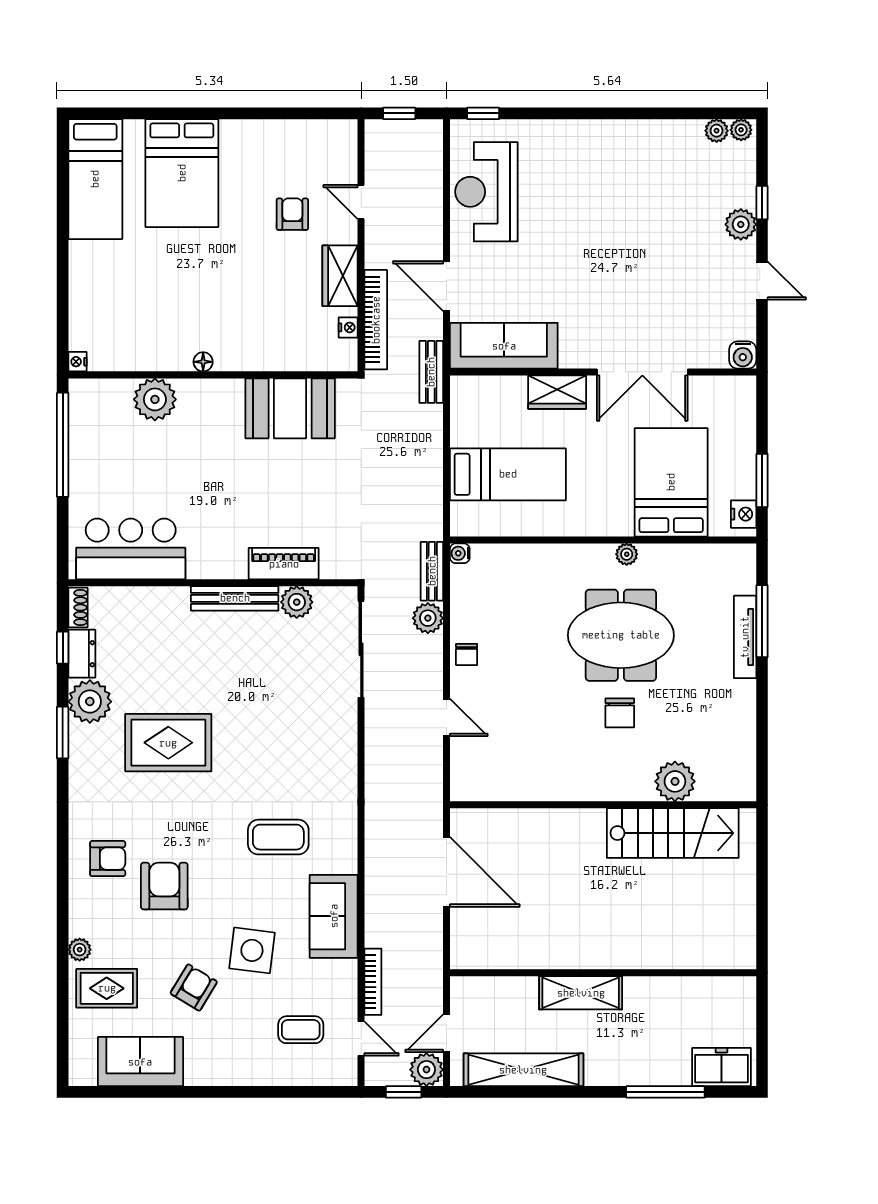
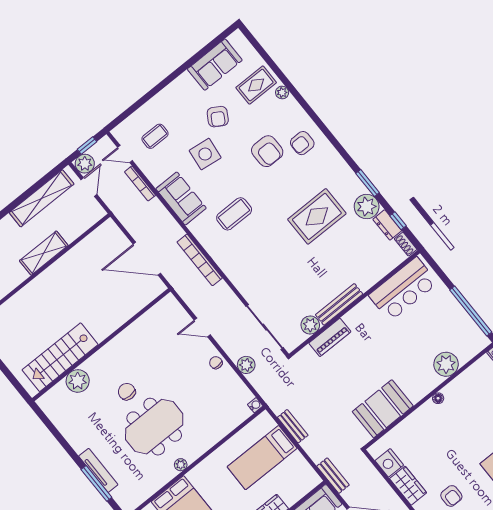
bookcase: (376, 320) -> (200, 260), moved
nightstand: (348, 327) -> (389, 463), width x1.89, depth x1.79
bench: (432, 571) -> (293, 426), moved

